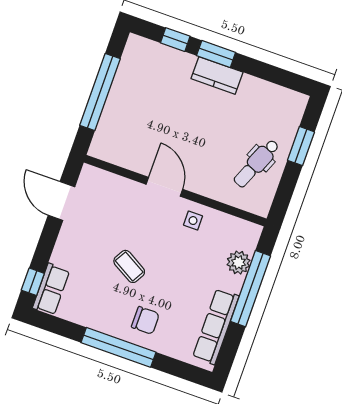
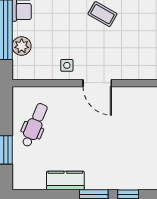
kitchen counter: (217, 75) -> (65, 180), moved

